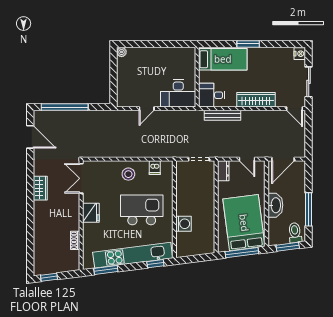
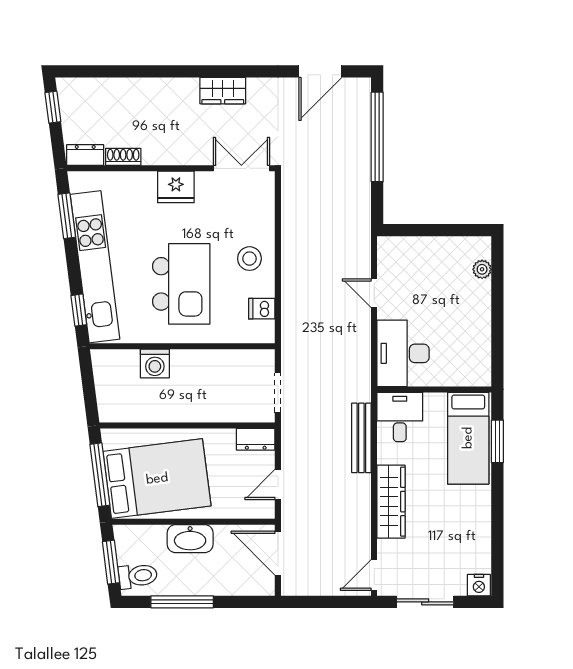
window: (248, 44) -> (497, 441), moved
plant: (122, 52) -> (482, 269), moved
dresser: (74, 260) -> (85, 155), added

